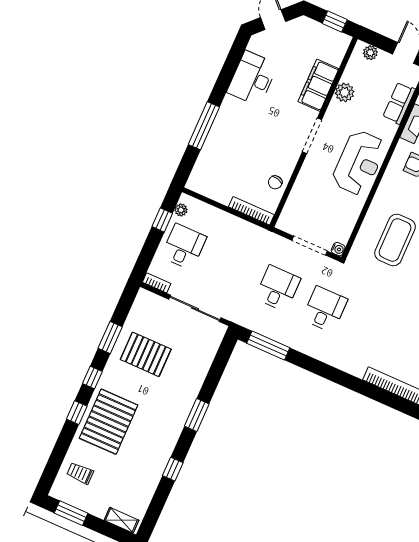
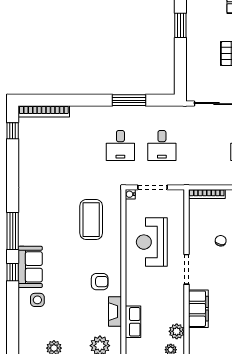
plant: (345, 92) -> (177, 331), moved
reception desk: (359, 163) -> (152, 242), moved
chair: (275, 182) -> (221, 241), moved
window: (268, 346) -> (129, 100), moved

